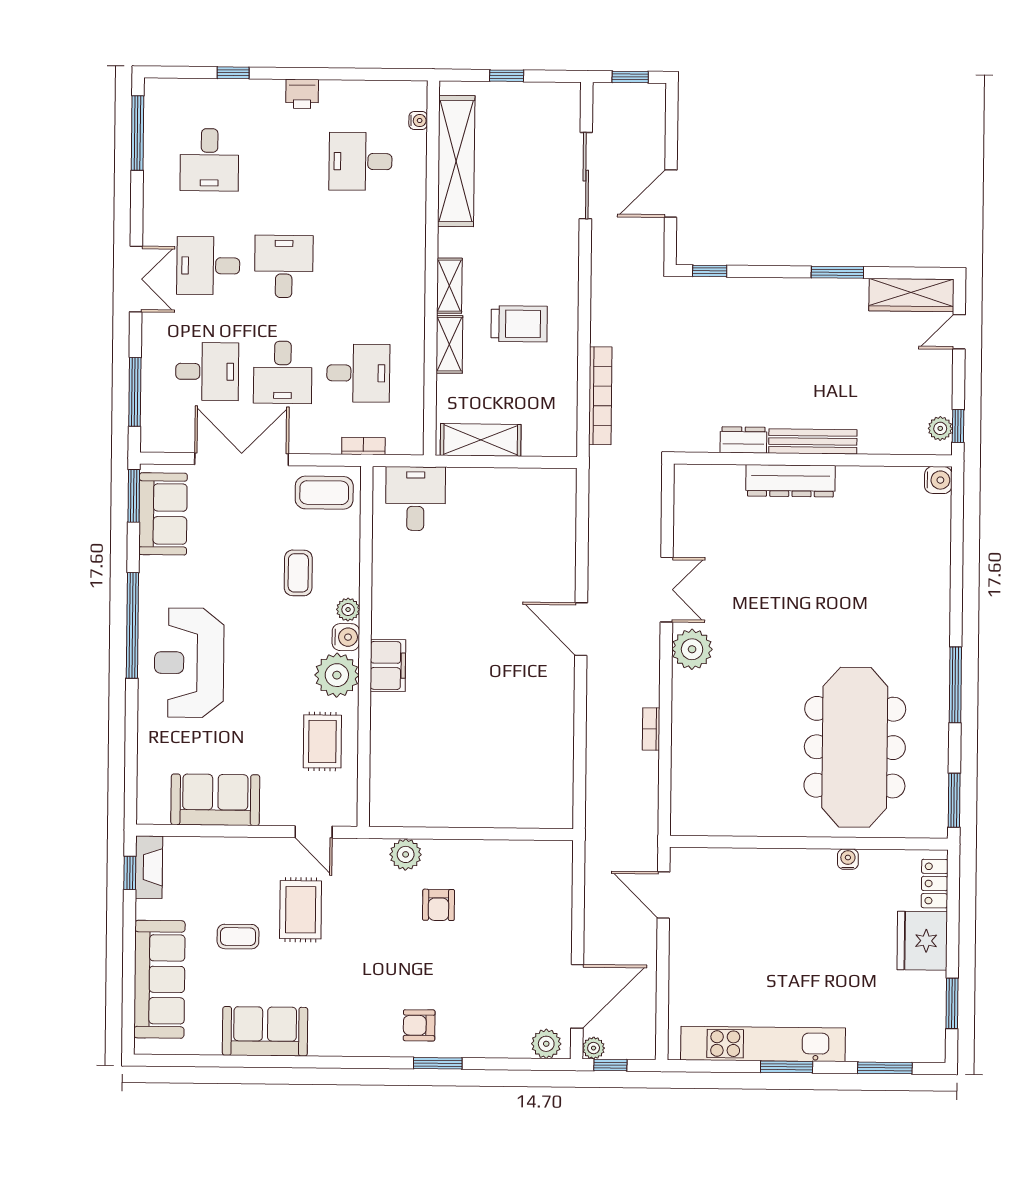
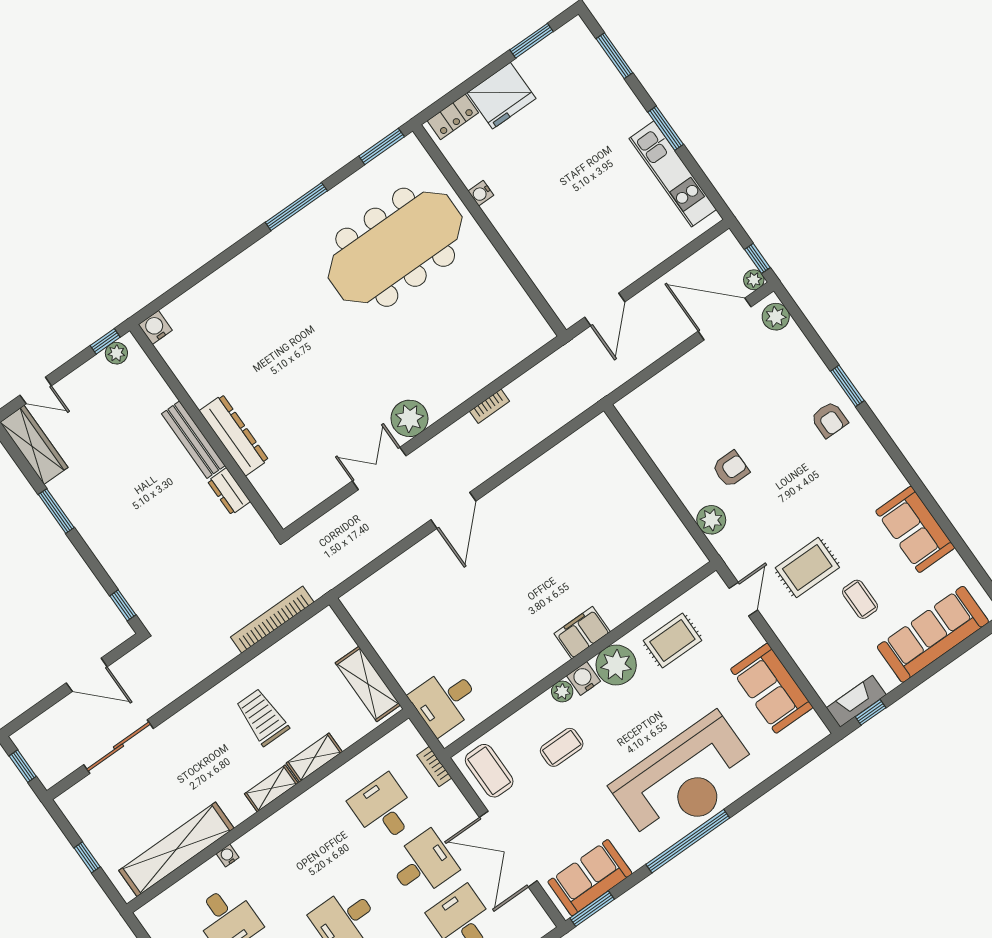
water cooler: (418, 120) -> (228, 856), moved
reception desk: (189, 663) -> (685, 780), width x1.36, depth x1.30
kitchen unit: (763, 1044) -> (673, 174), width x0.73

